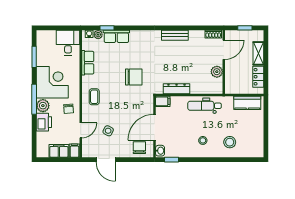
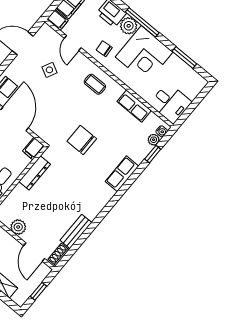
bench: (175, 35) -> (76, 231), moved
row of seats: (116, 36) -> (122, 174), moved
chair: (134, 77) -> (82, 140), turned 90

